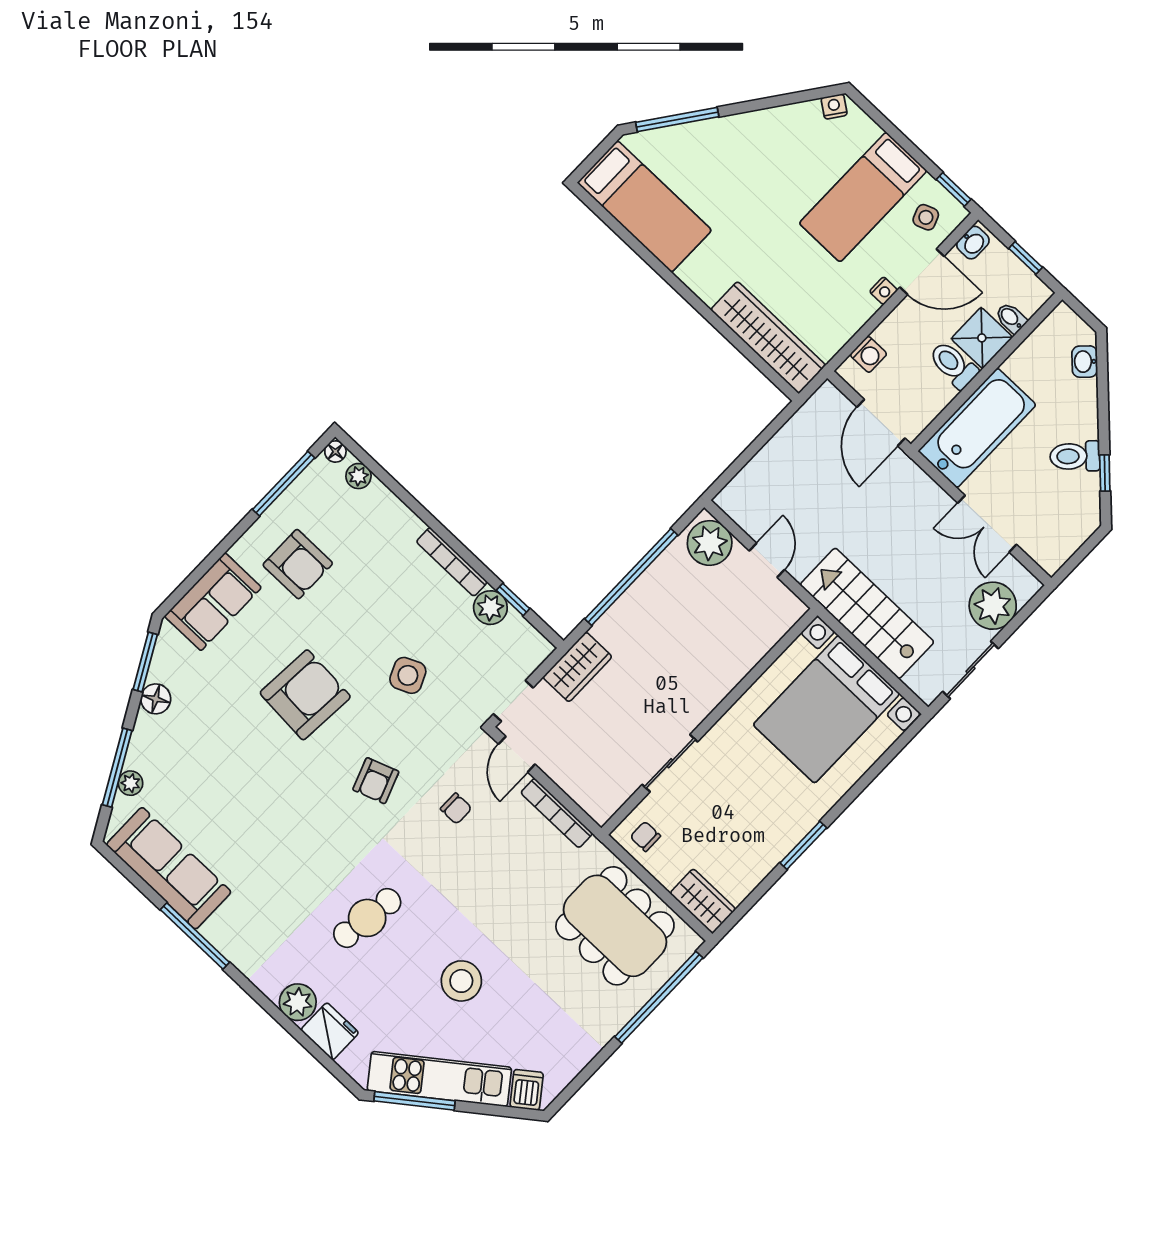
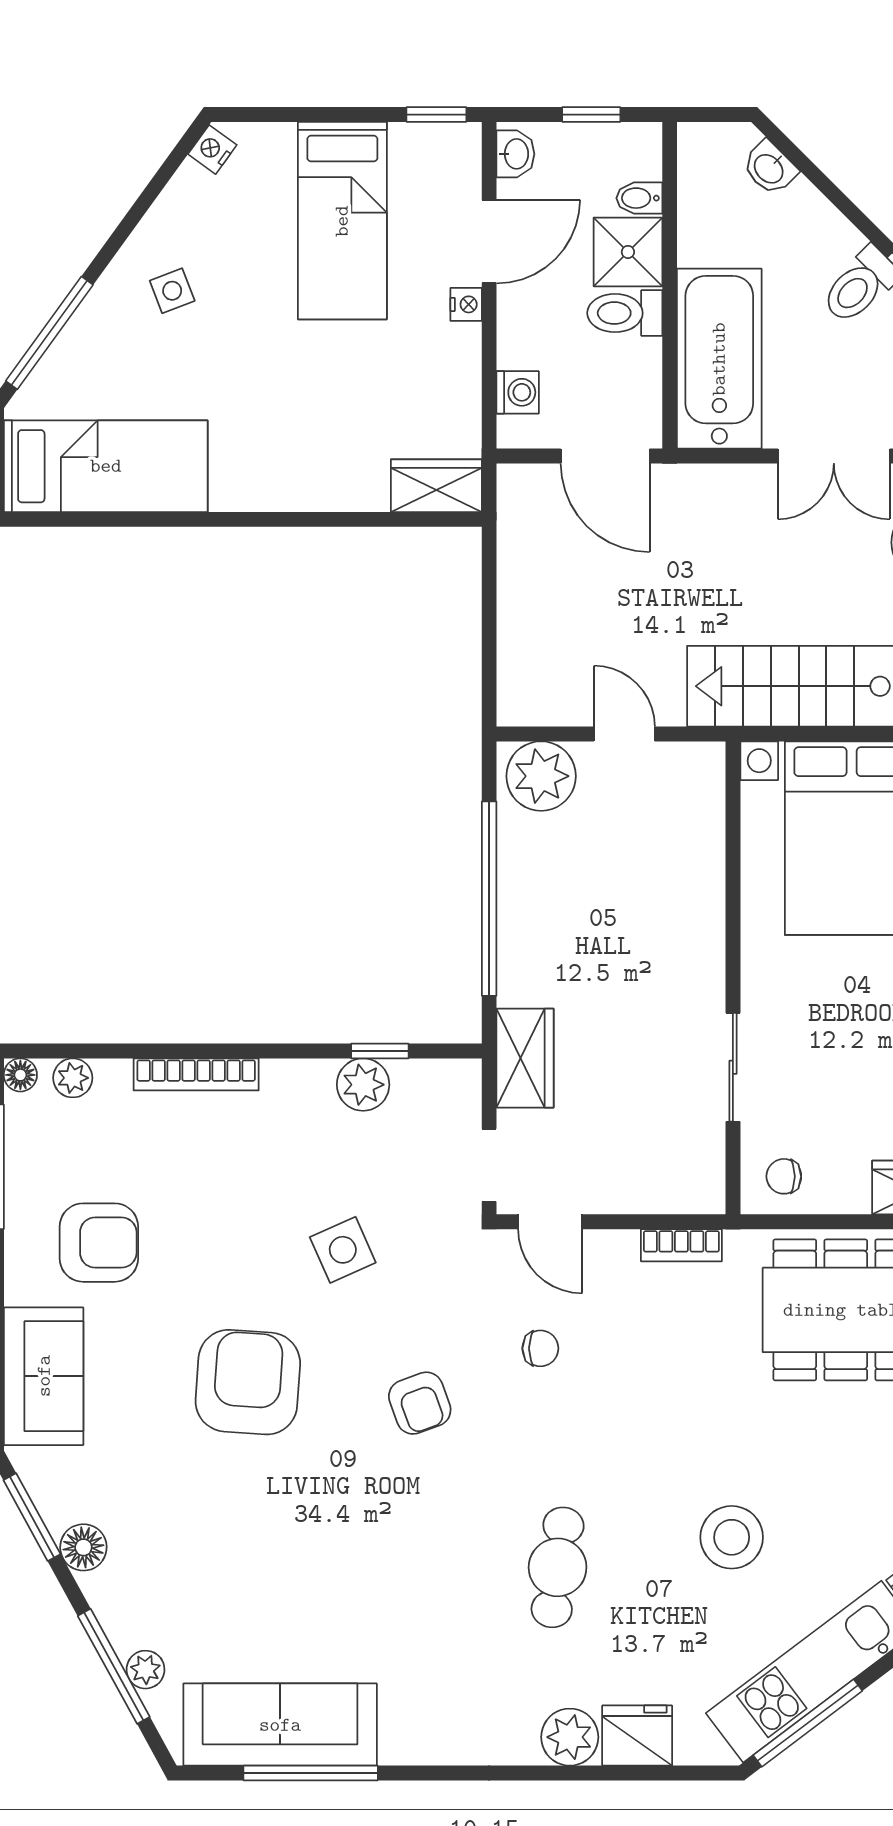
side table: (926, 217) -> (172, 291), moved
wardrobe: (768, 338) -> (436, 486), width x0.48, depth x0.85
bookcase: (452, 562) -> (196, 1074), moved
bookcase: (557, 813) -> (681, 1245), width x0.64
window: (195, 936) -> (311, 1773), moved

